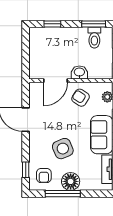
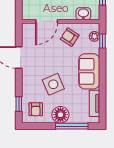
washbasin: (79, 72) -> (83, 14), moved
window: (63, 194) -> (72, 126), moved

